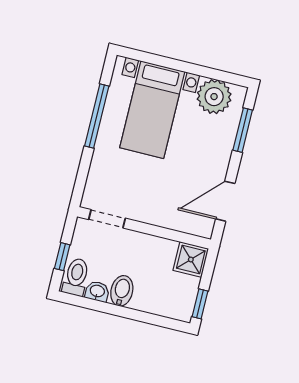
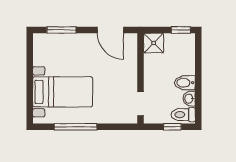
plant: (214, 97) -> (44, 54), removed

